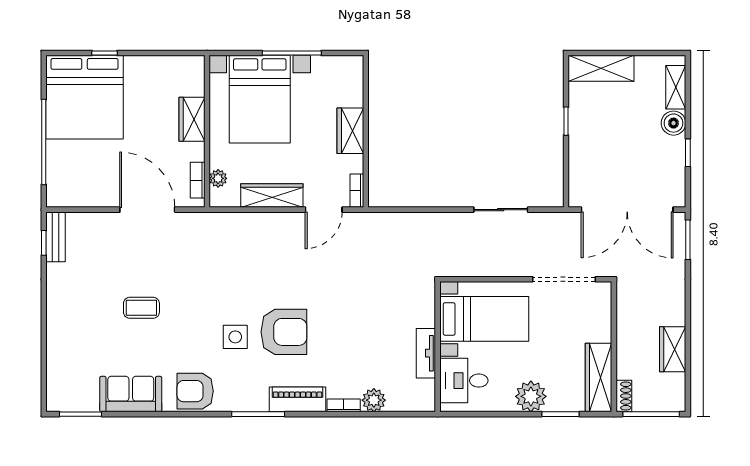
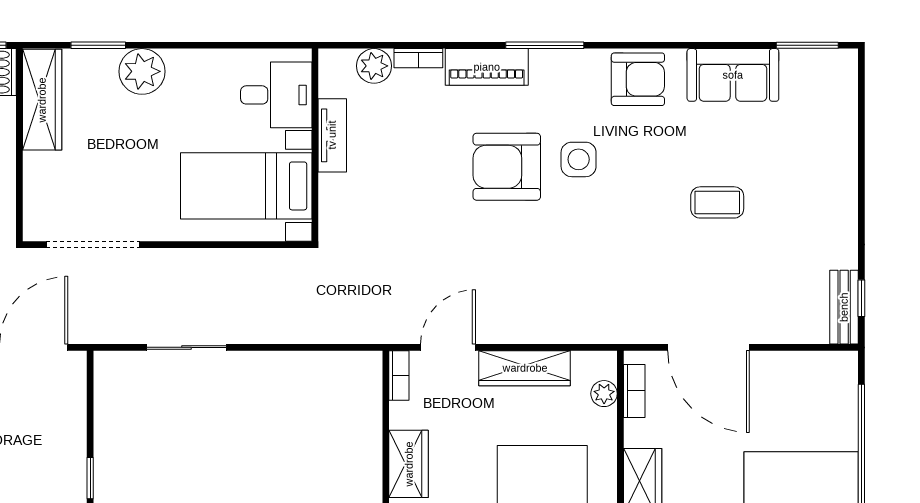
bed with nightstands: (484, 319) -> (246, 186), moved
wall: (438, 347) -> (315, 145), moved
tv unit: (426, 353) -> (332, 135), moved
desk: (464, 381) -> (276, 95), moved

